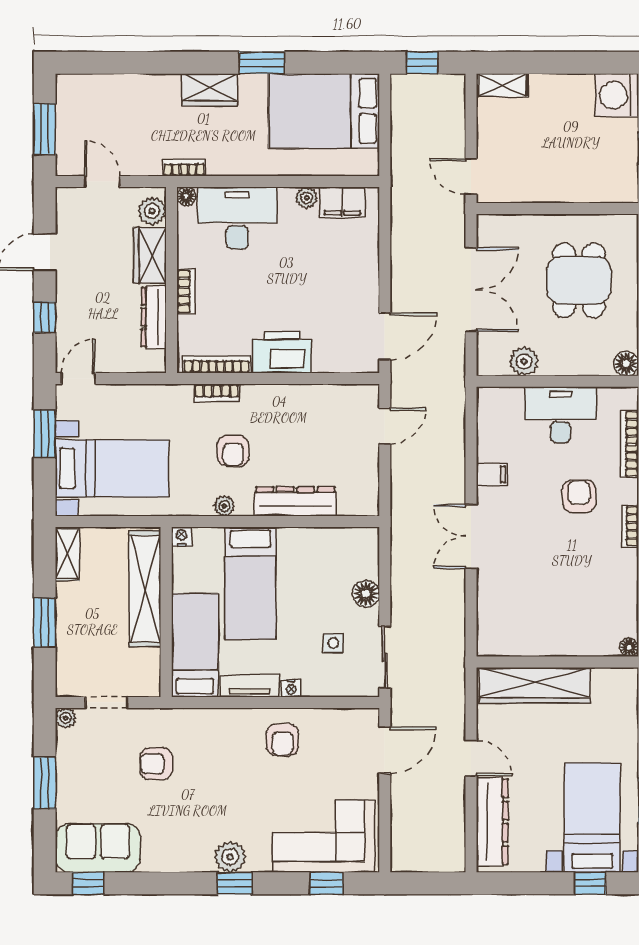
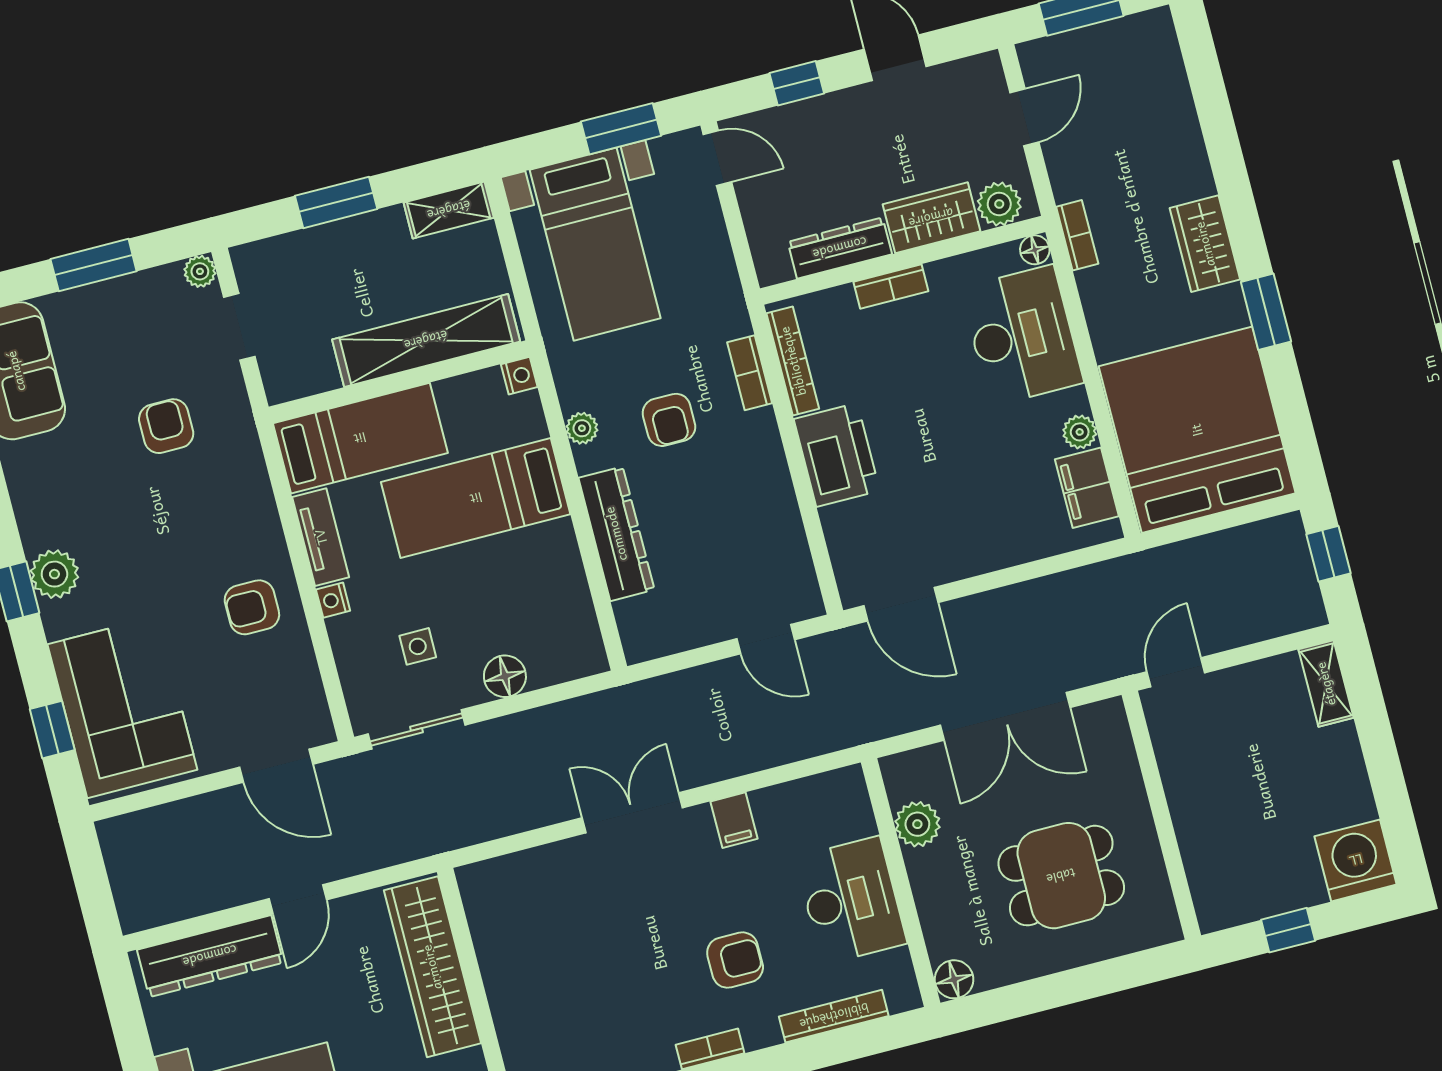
bed: (324, 111) -> (1197, 430), width x1.36
armchair: (233, 451) -> (669, 420), turned -90

